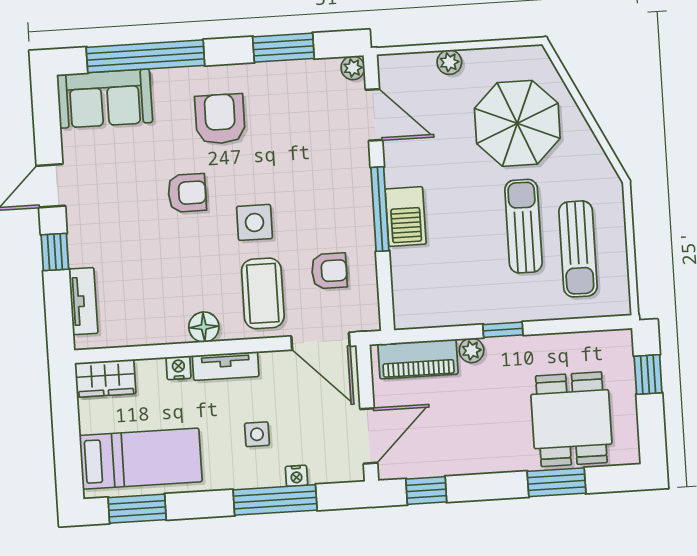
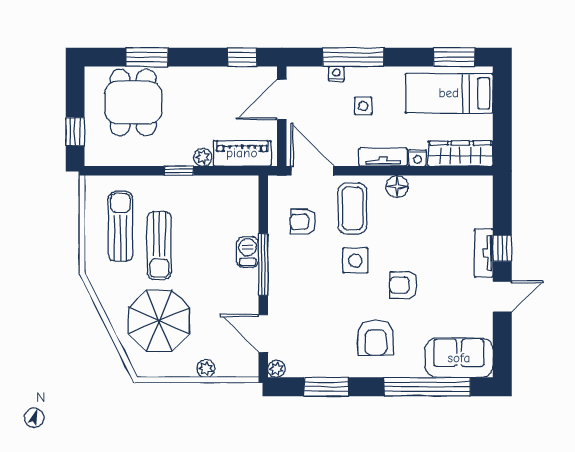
barbecue: (406, 217) -> (248, 252), width x0.73, depth x0.79
tv unit: (83, 301) -> (484, 253), moved
wardrobe: (105, 378) -> (460, 154), width x1.50

